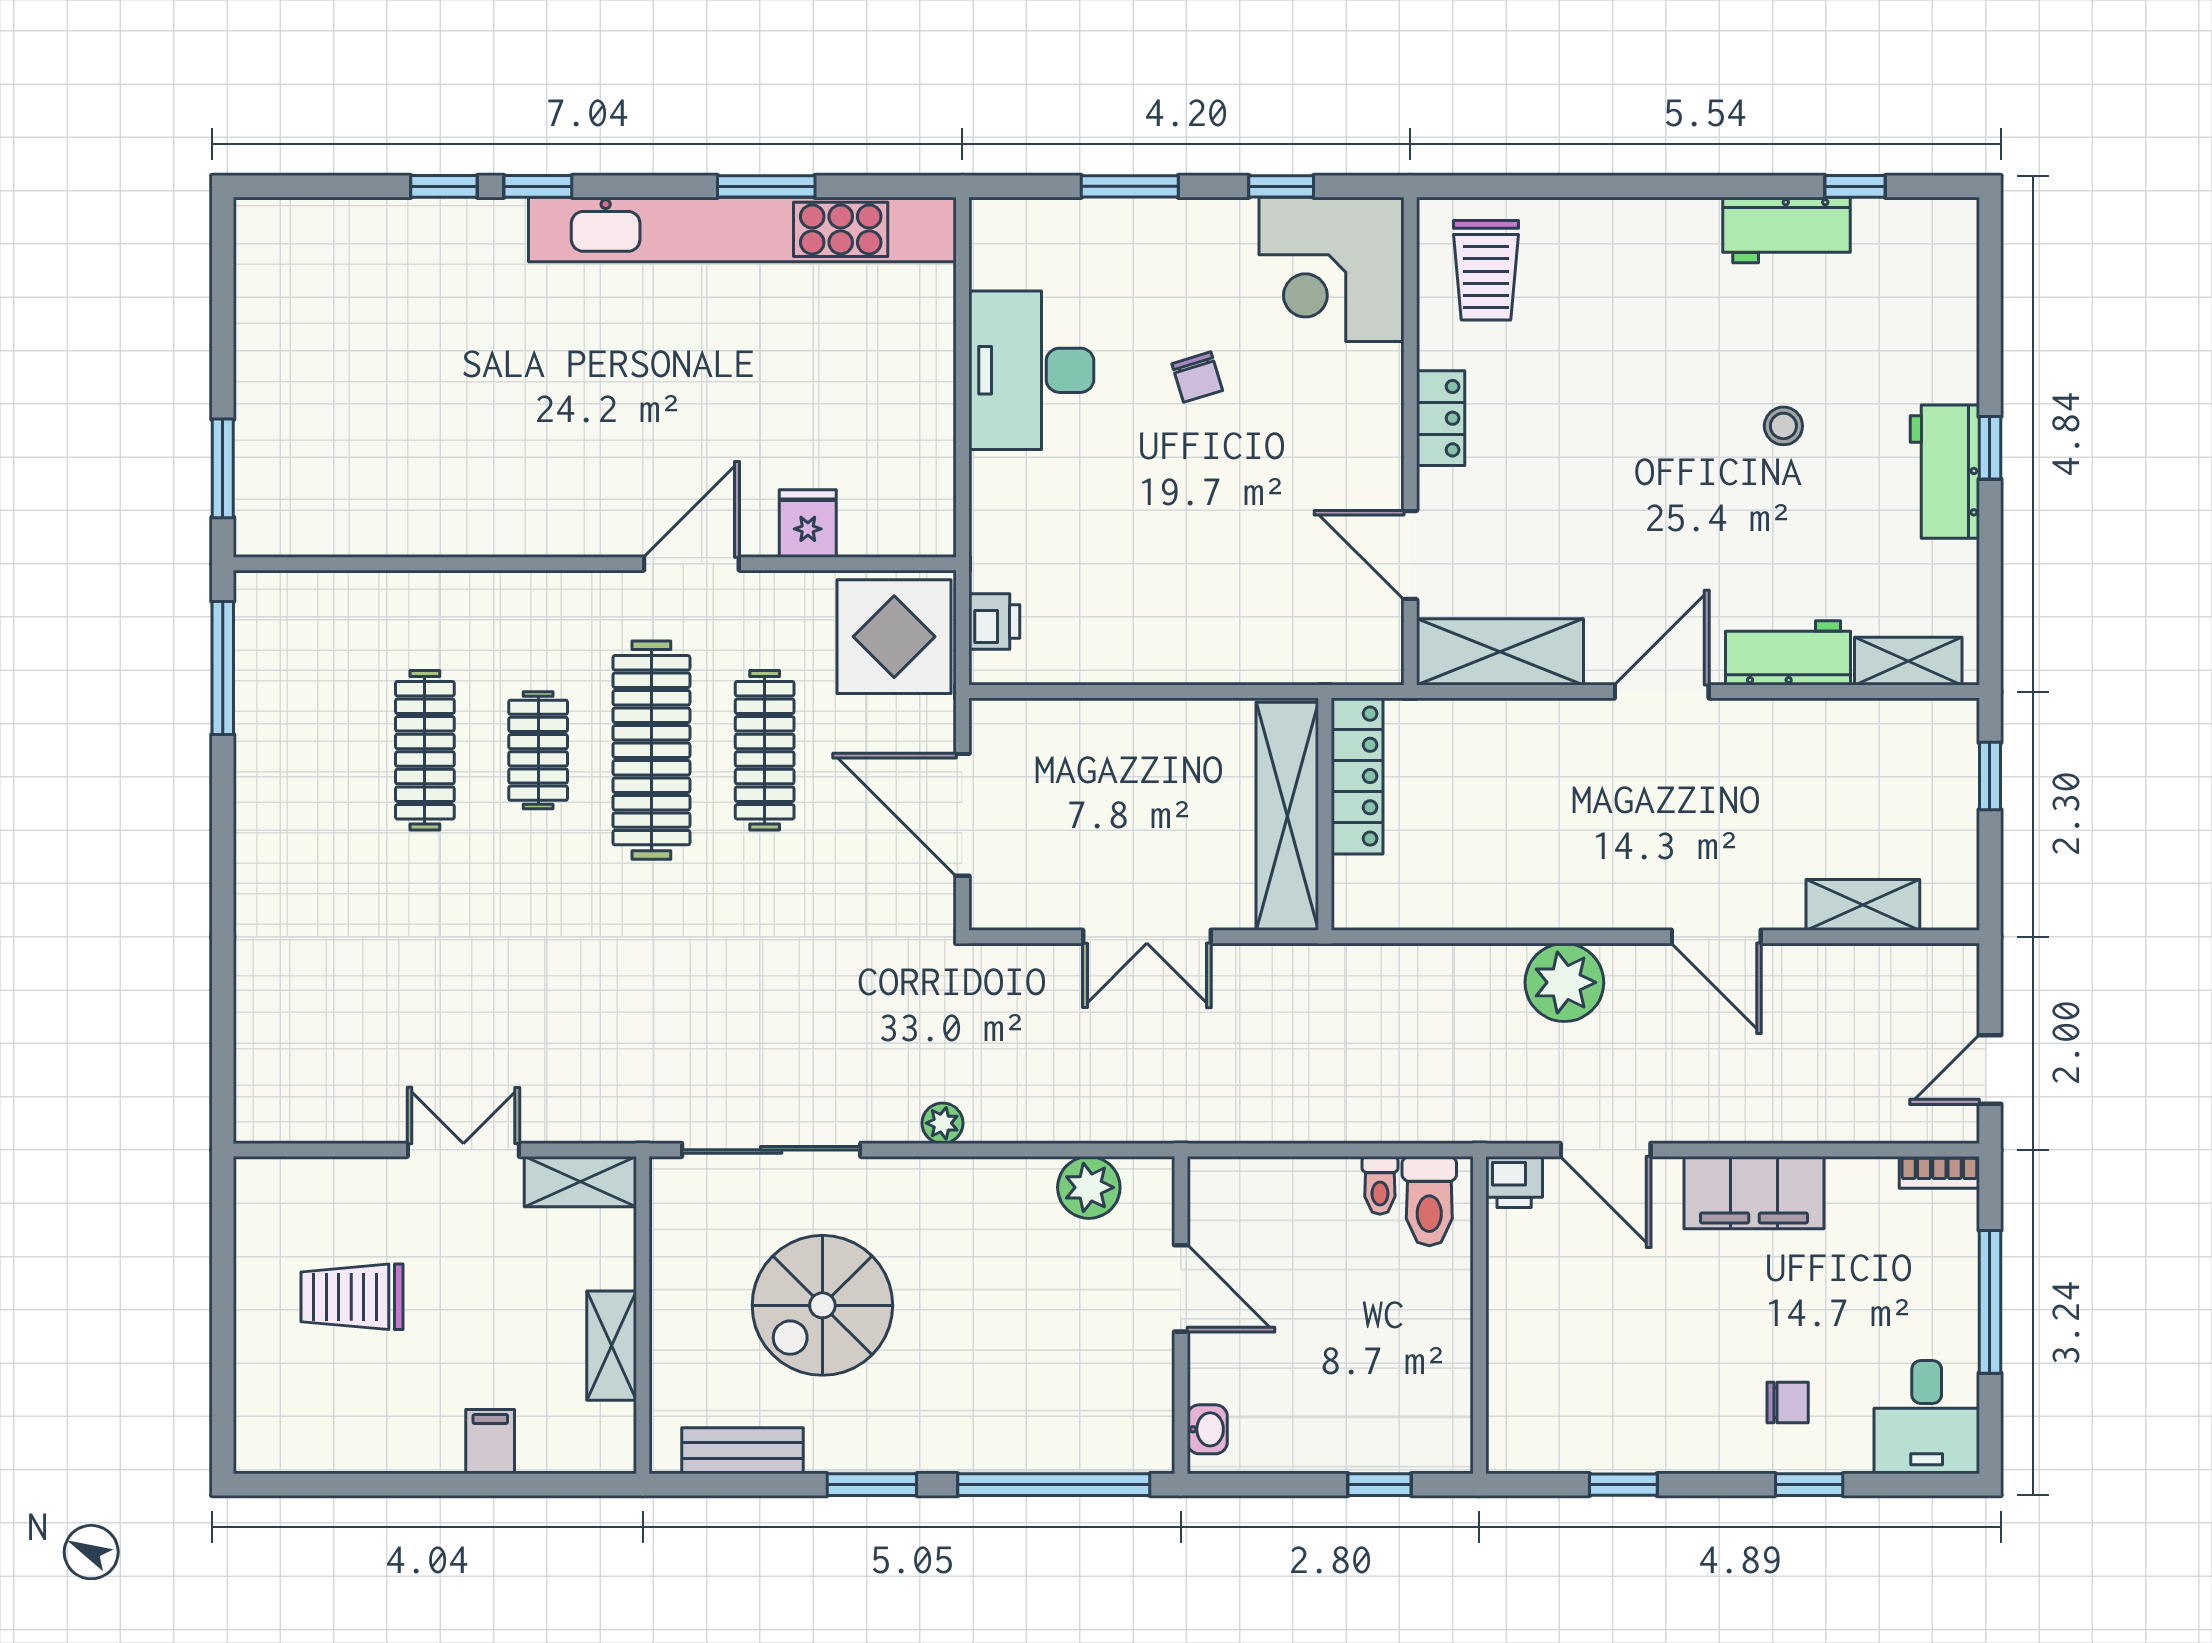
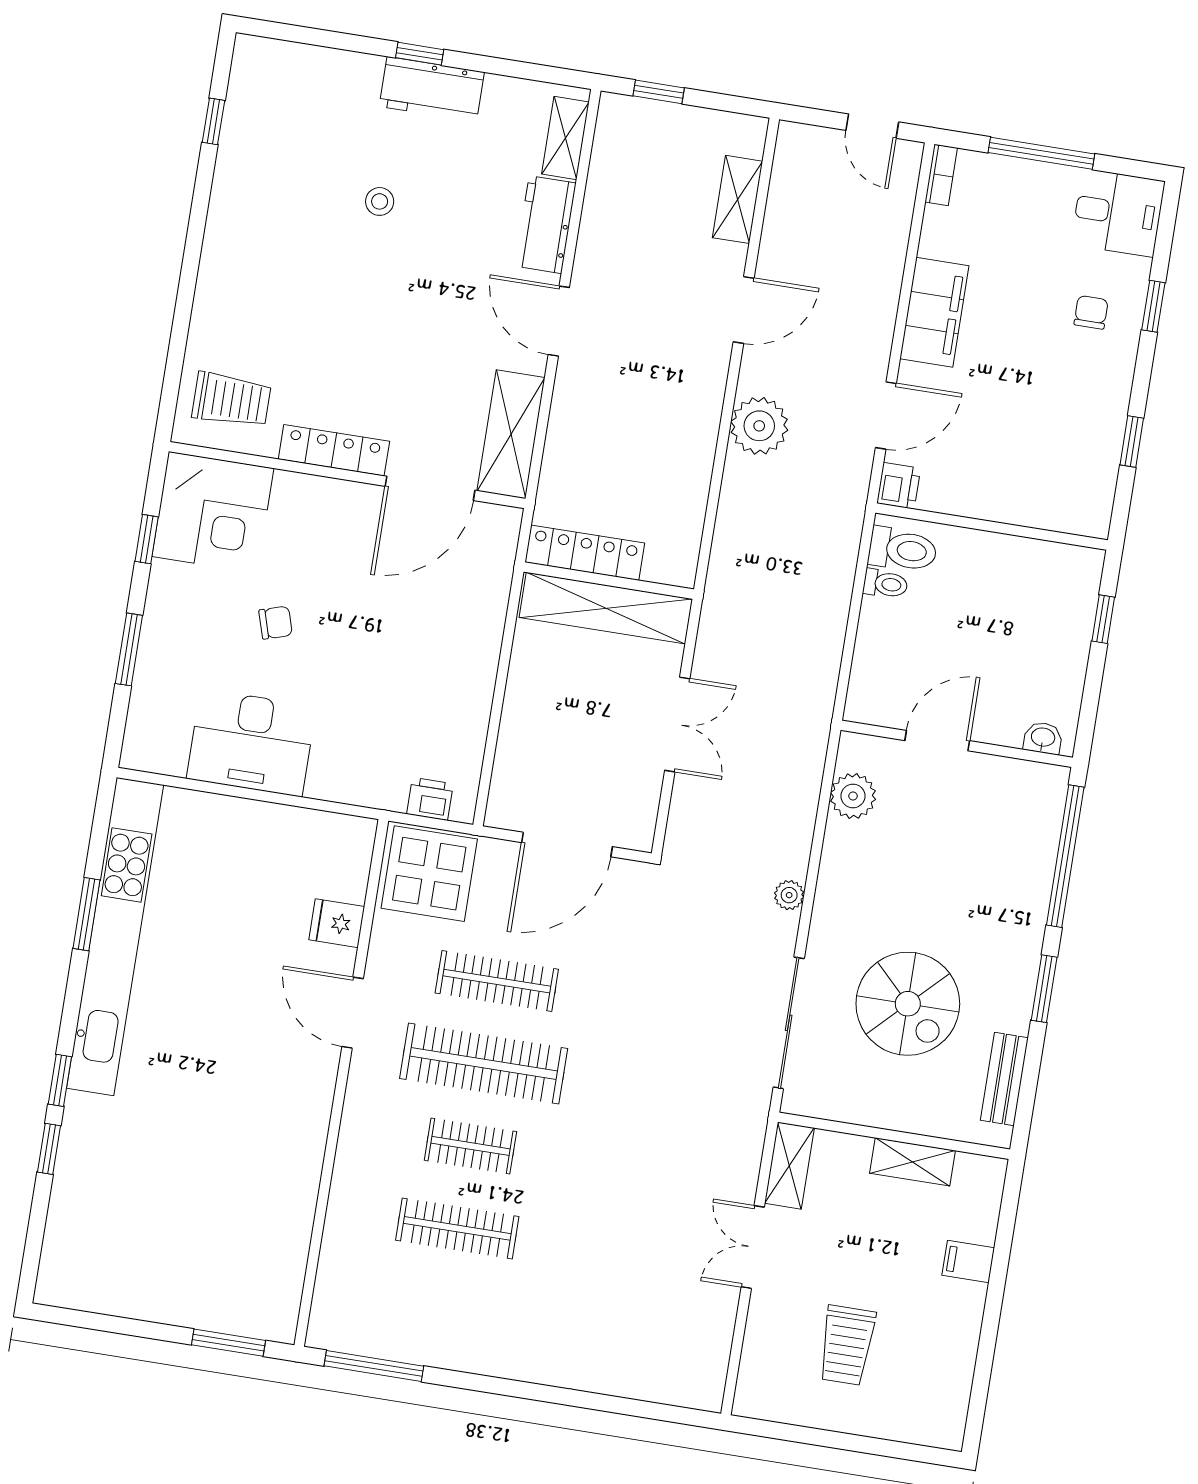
workbench: (1786, 230) -> (237, 176), removed
locker: (1441, 418) -> (334, 450), width x1.53
door: (1410, 555) -> (430, 488), width x1.36

